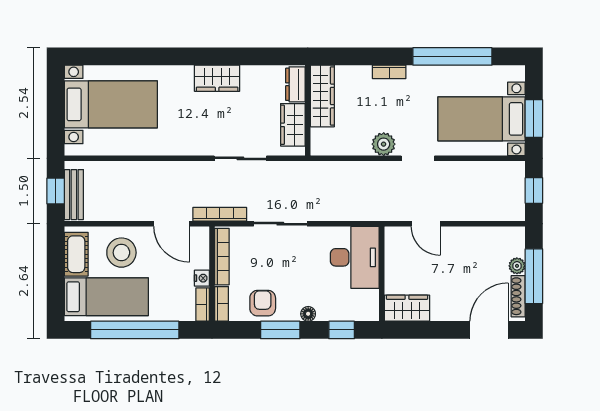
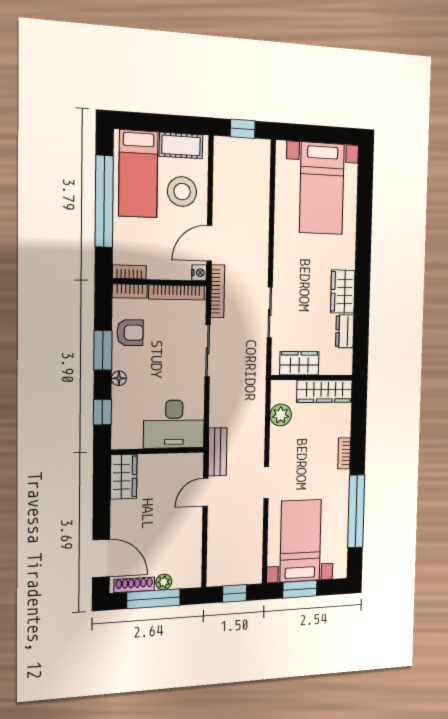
dresser: (295, 84) -> (345, 331), moved, turned -90
plant: (384, 144) -> (281, 415), moved
bench: (74, 195) -> (217, 452), moved, turned 90
nightstand: (202, 278) -> (199, 273), moved, turned -90

